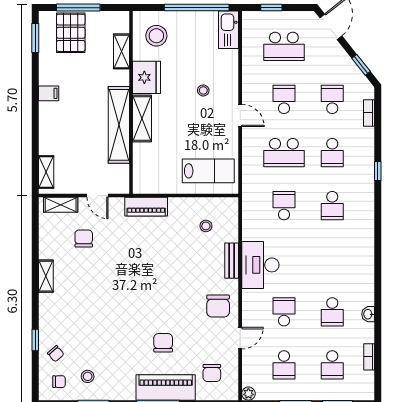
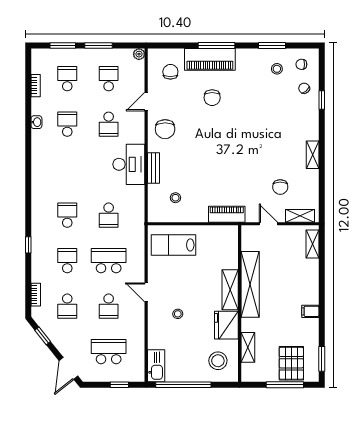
chair: (218, 306) -> (165, 129), turned 180

